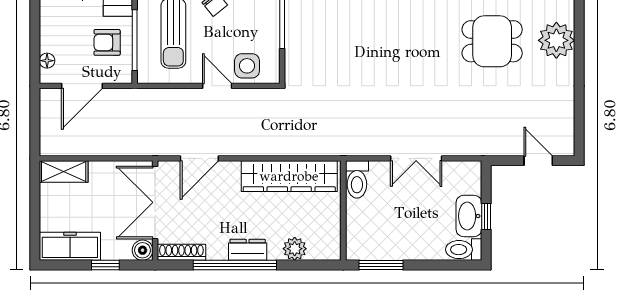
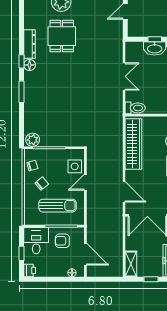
armchair: (107, 42) -> (62, 241), turned 90
window: (35, 209) -> (151, 279), added

